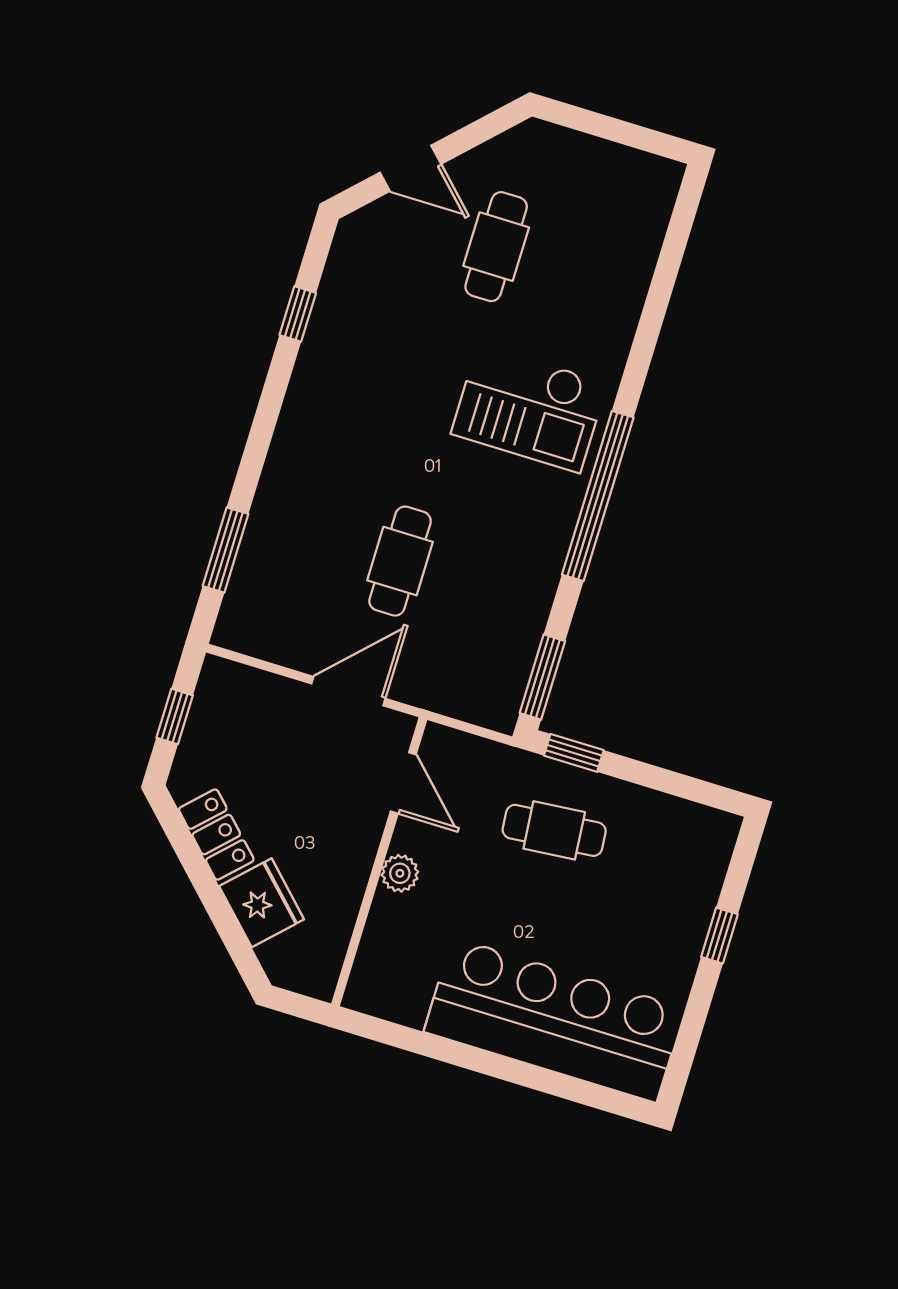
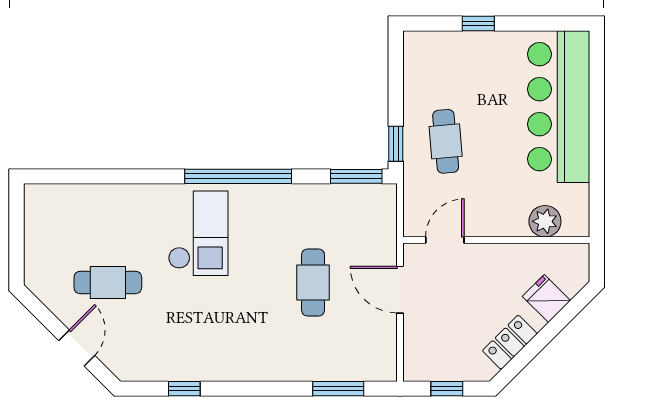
cafe table: (400, 561) -> (313, 282), turned 90
plant: (400, 873) -> (545, 221), moved, width x1.38, depth x1.38
fridge: (262, 903) -> (546, 299), width x0.72

